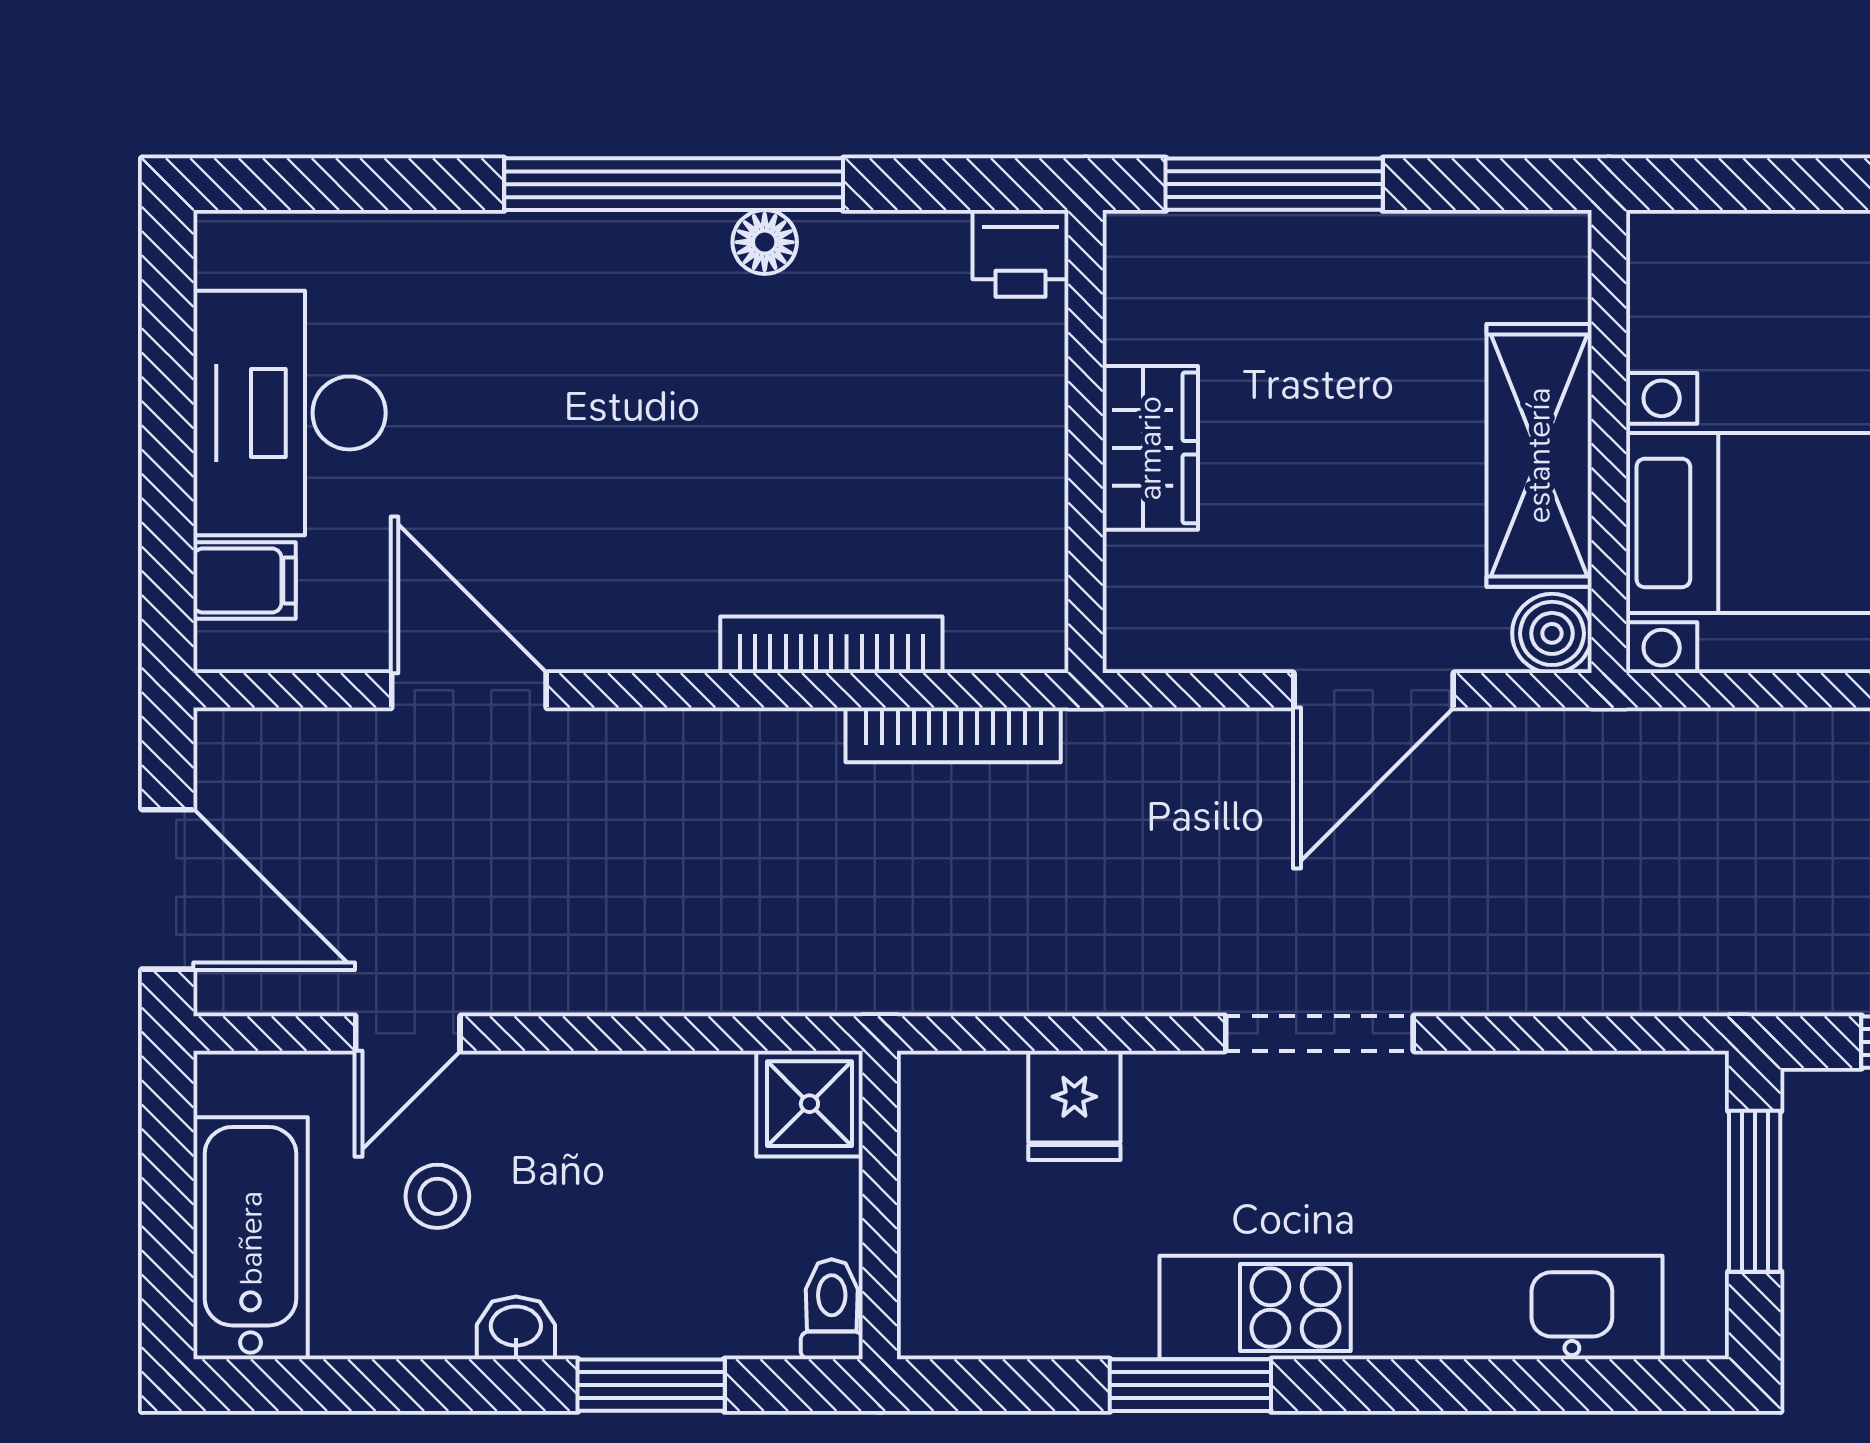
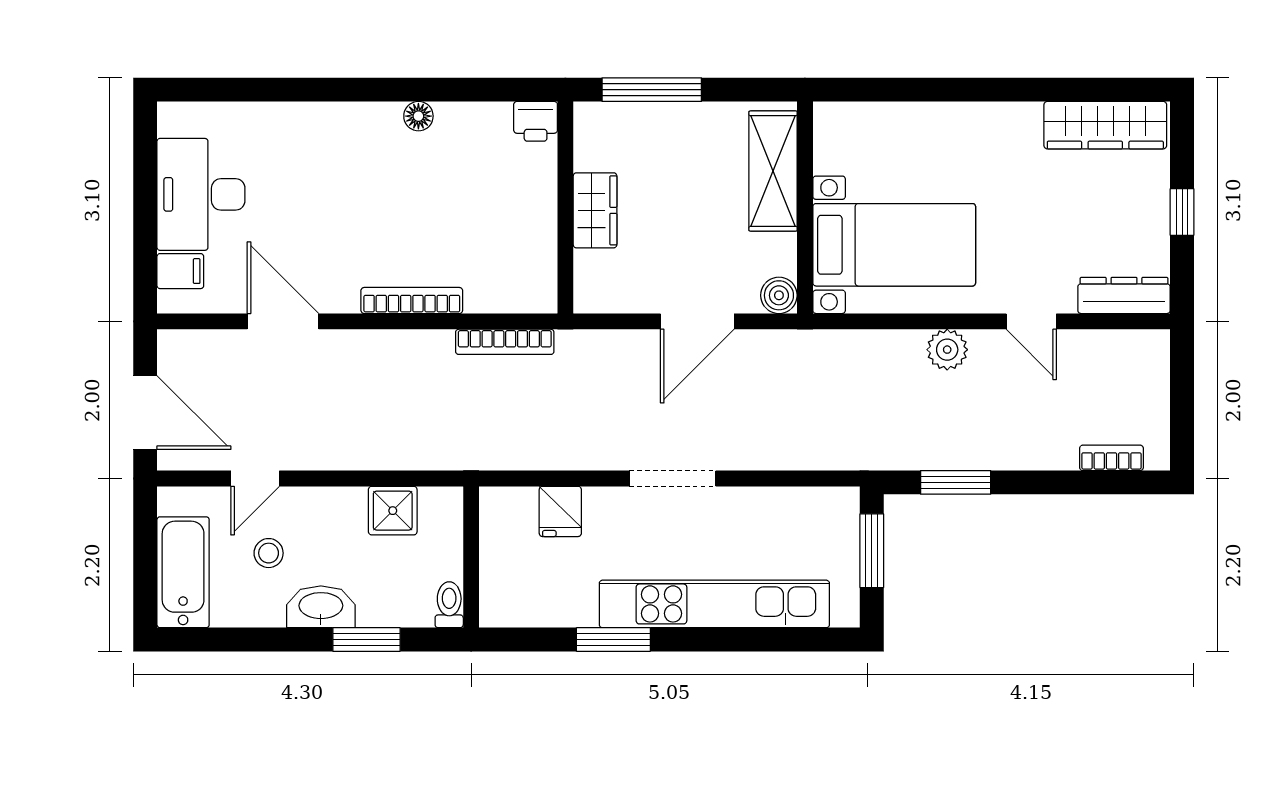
window: (674, 184) -> (377, 90), removed
shelving: (1539, 455) -> (773, 171), moved
bookcase: (831, 645) -> (412, 300), moved
shower: (809, 1104) -> (393, 511), moved
washbasin: (516, 1328) -> (321, 607), width x1.91, depth x1.45

